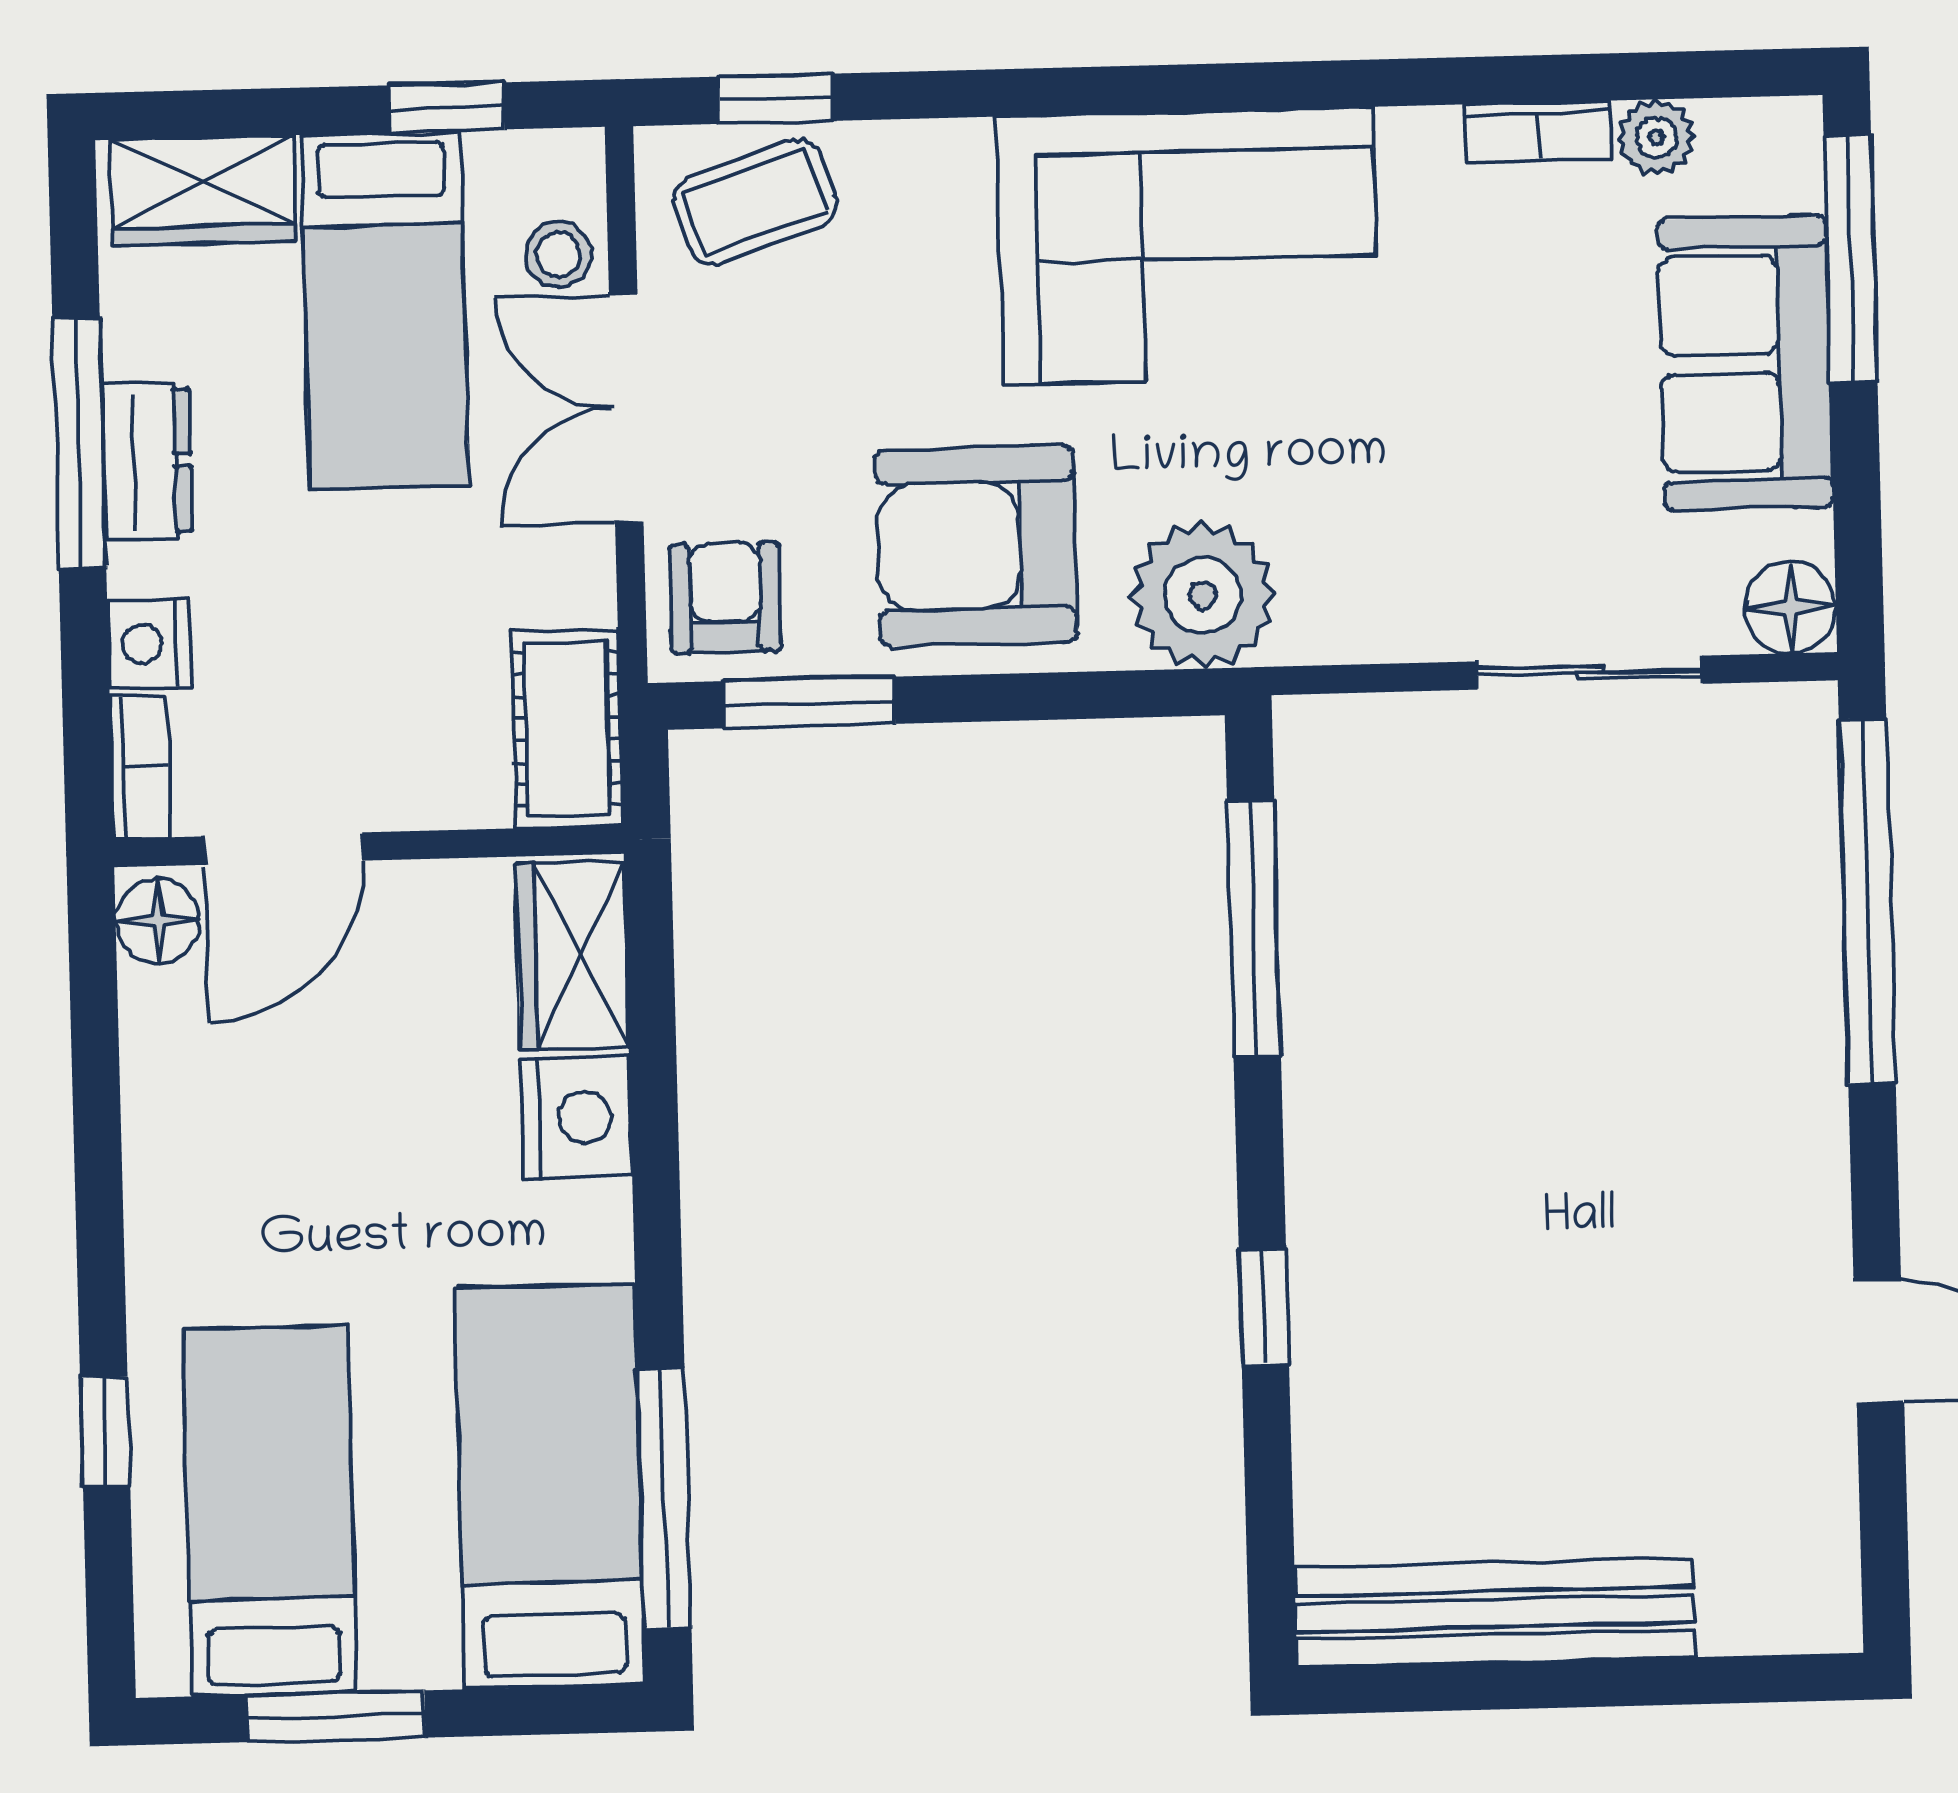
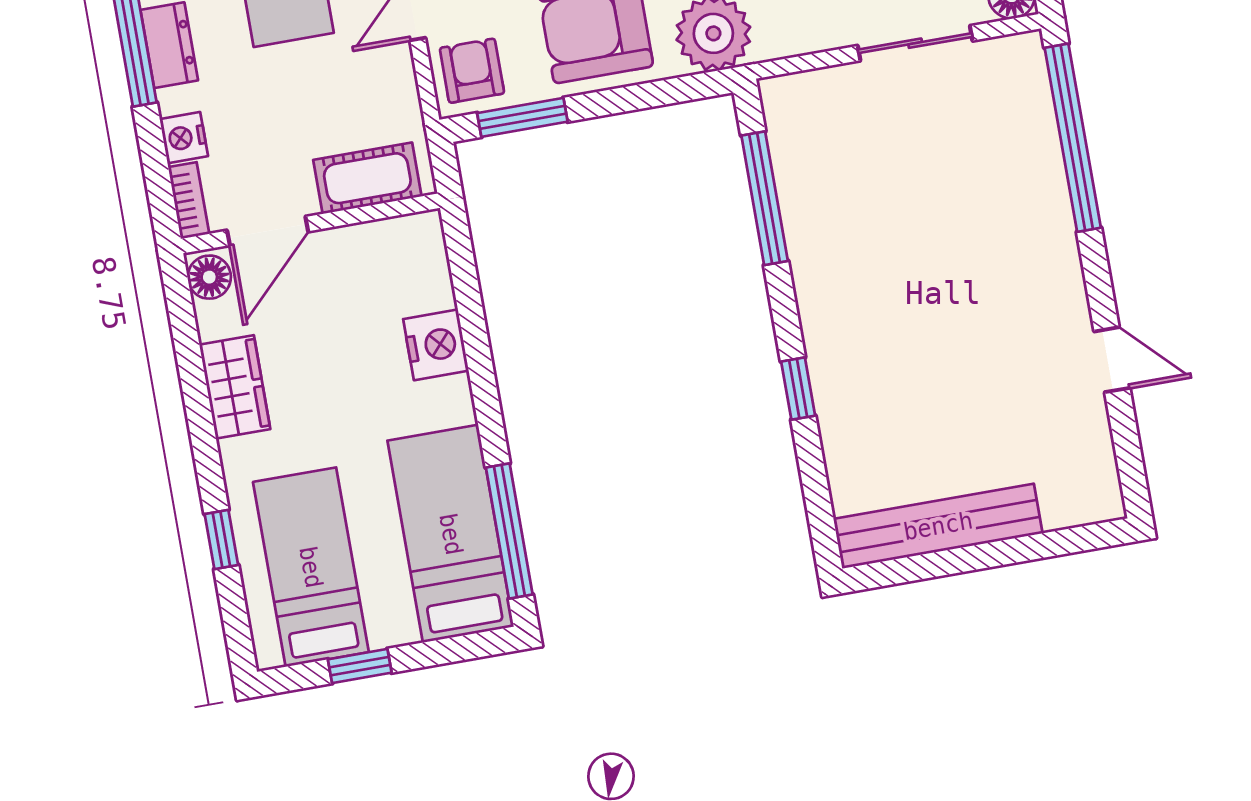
cot: (567, 728) -> (367, 178), moved, turned 90
wardrobe: (572, 956) -> (235, 387), moved, turned 180
window: (336, 1716) -> (360, 666), width x0.67

